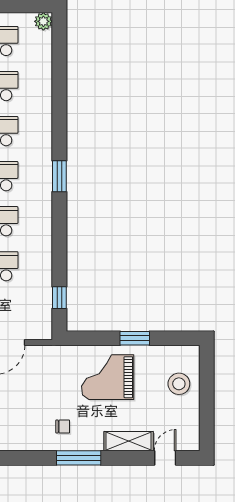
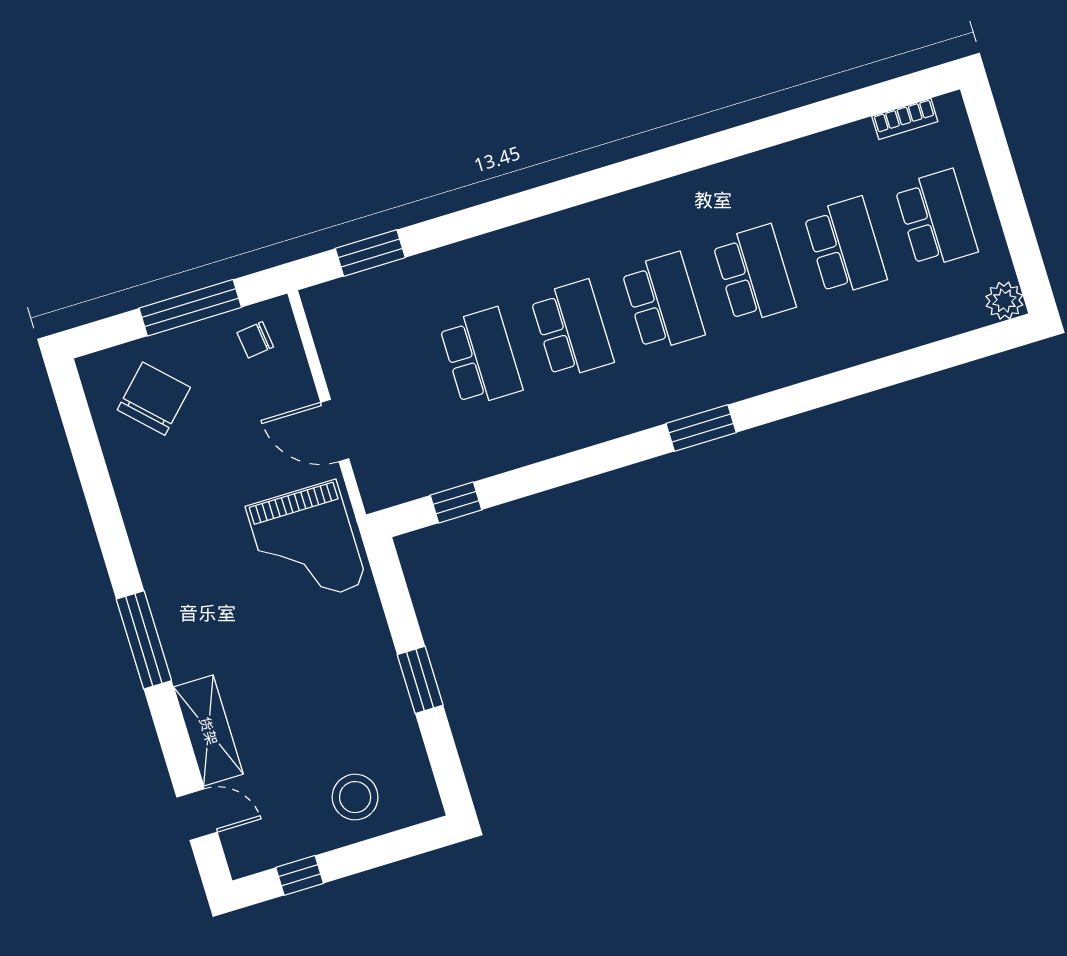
grand piano: (108, 377) -> (306, 545), moved, turned 180
window: (207, 420) -> (300, 875), added
chair: (63, 427) -> (197, 588), removed

